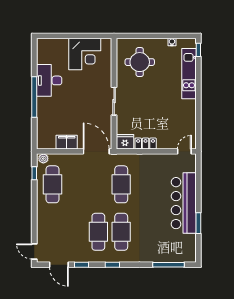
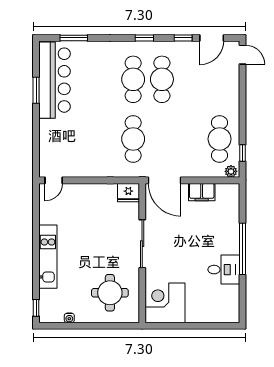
corner desk: (85, 54) -> (165, 303), moved
kitchen unit: (189, 74) -> (48, 257), moved
desk: (49, 80) -> (224, 270), width x0.73
sliding door: (114, 101) -> (142, 244), width x1.37
locker: (146, 144) -> (103, 190), removed
bar counter: (184, 203) -> (55, 80), moved
door: (59, 265) -> (212, 38), swing flipped
window: (168, 265) -> (74, 38), width x0.69

